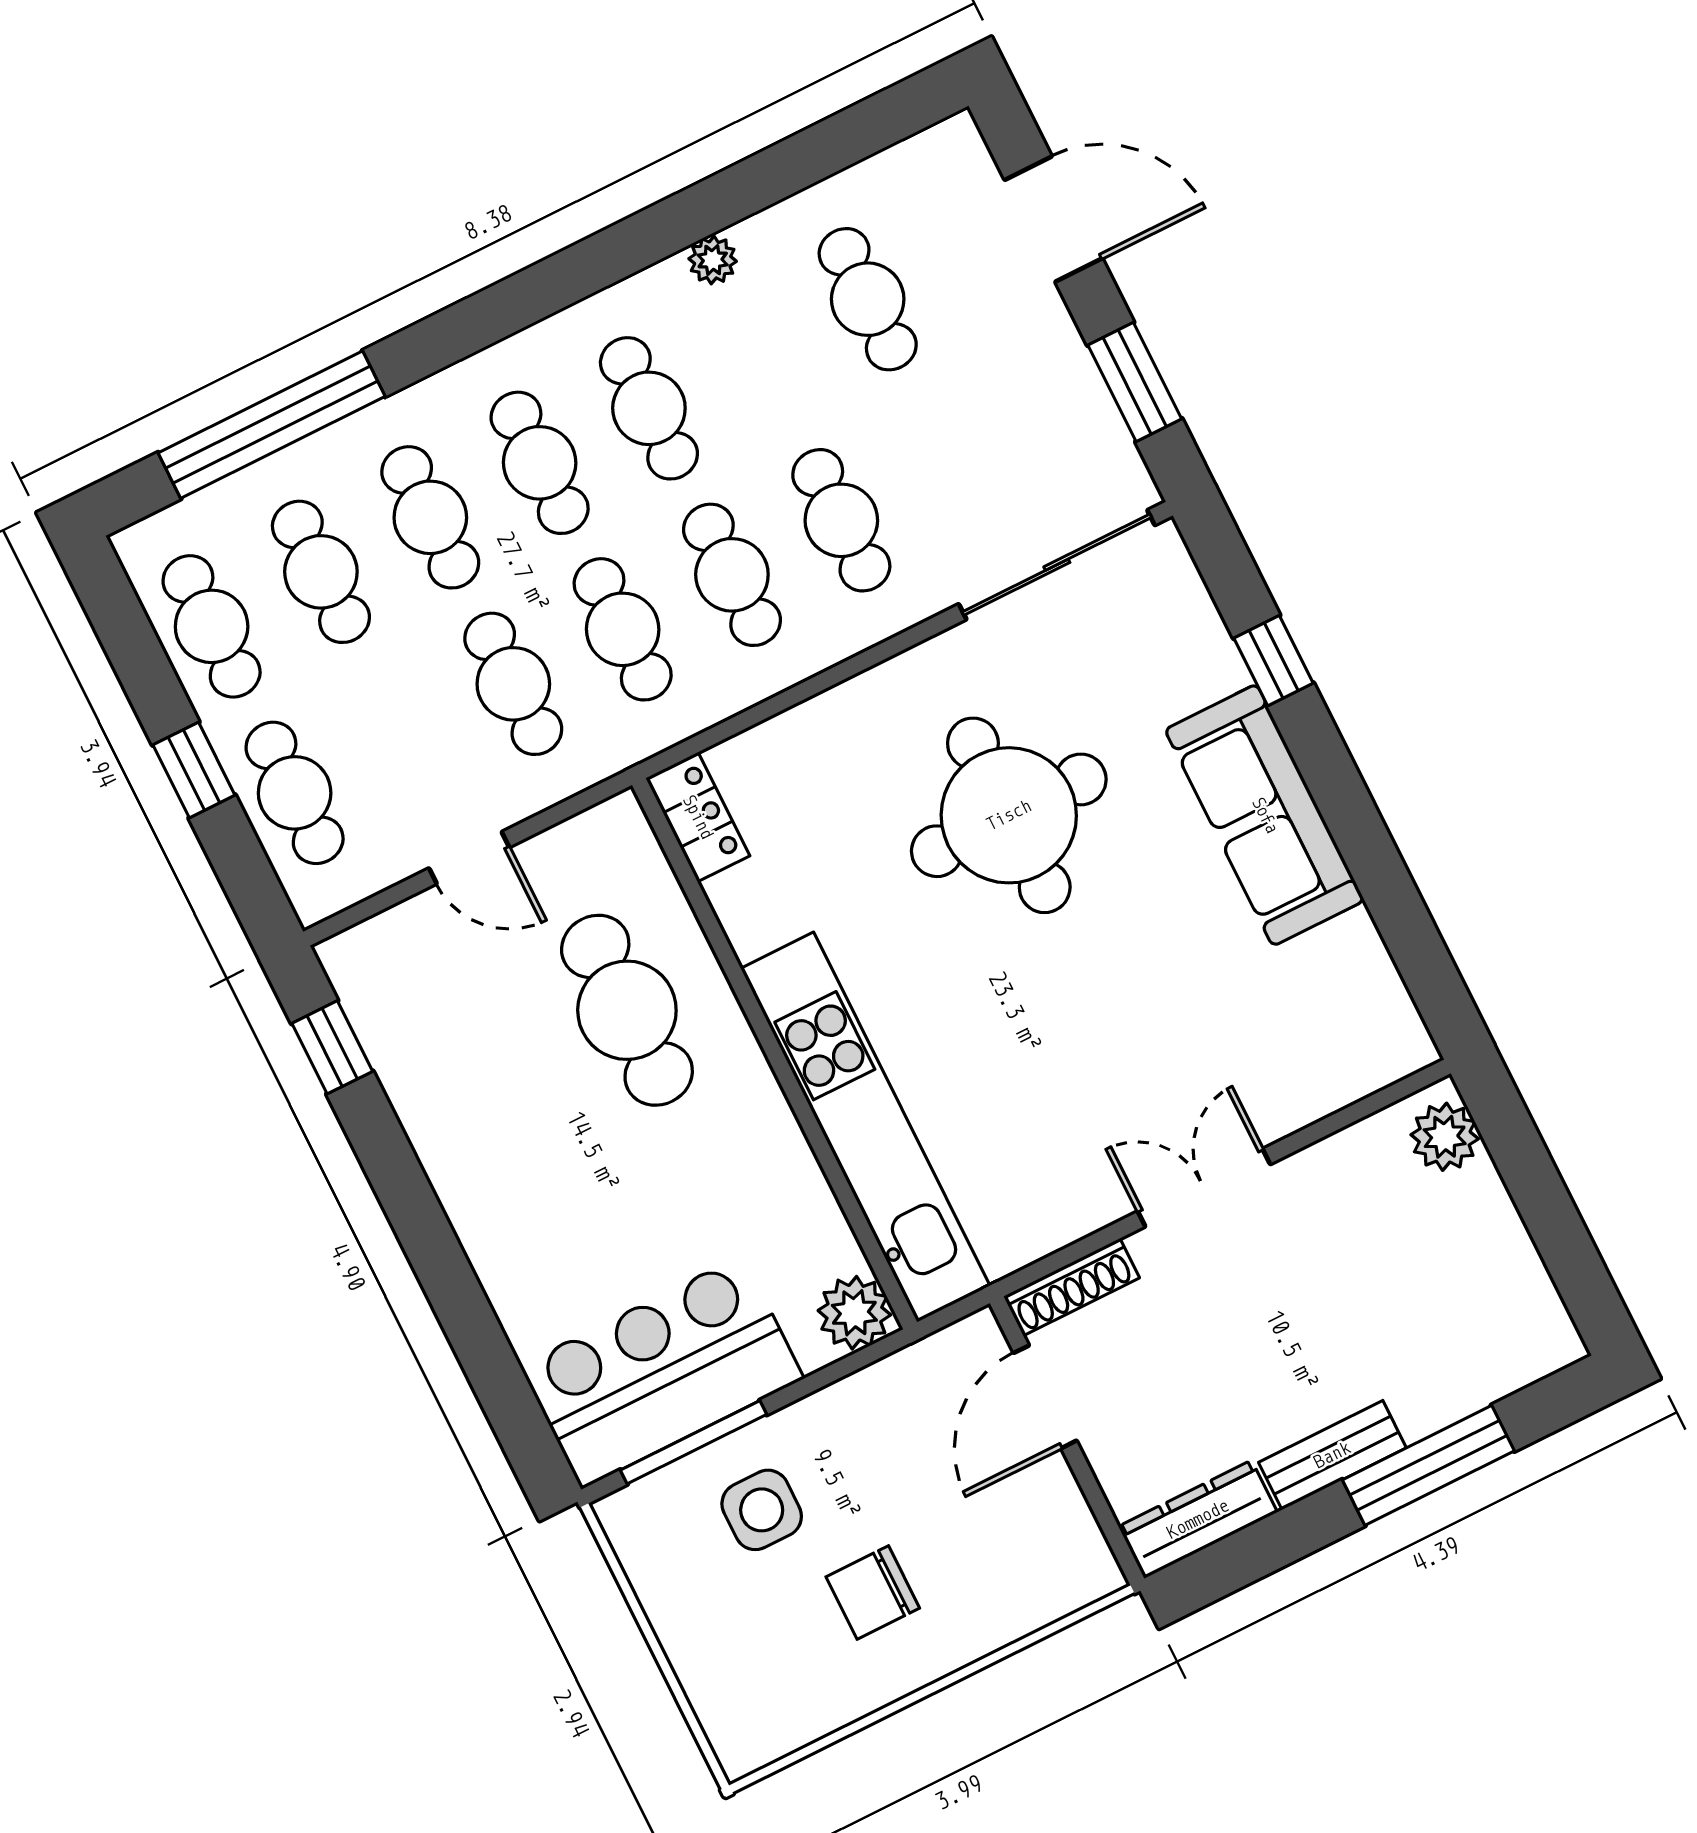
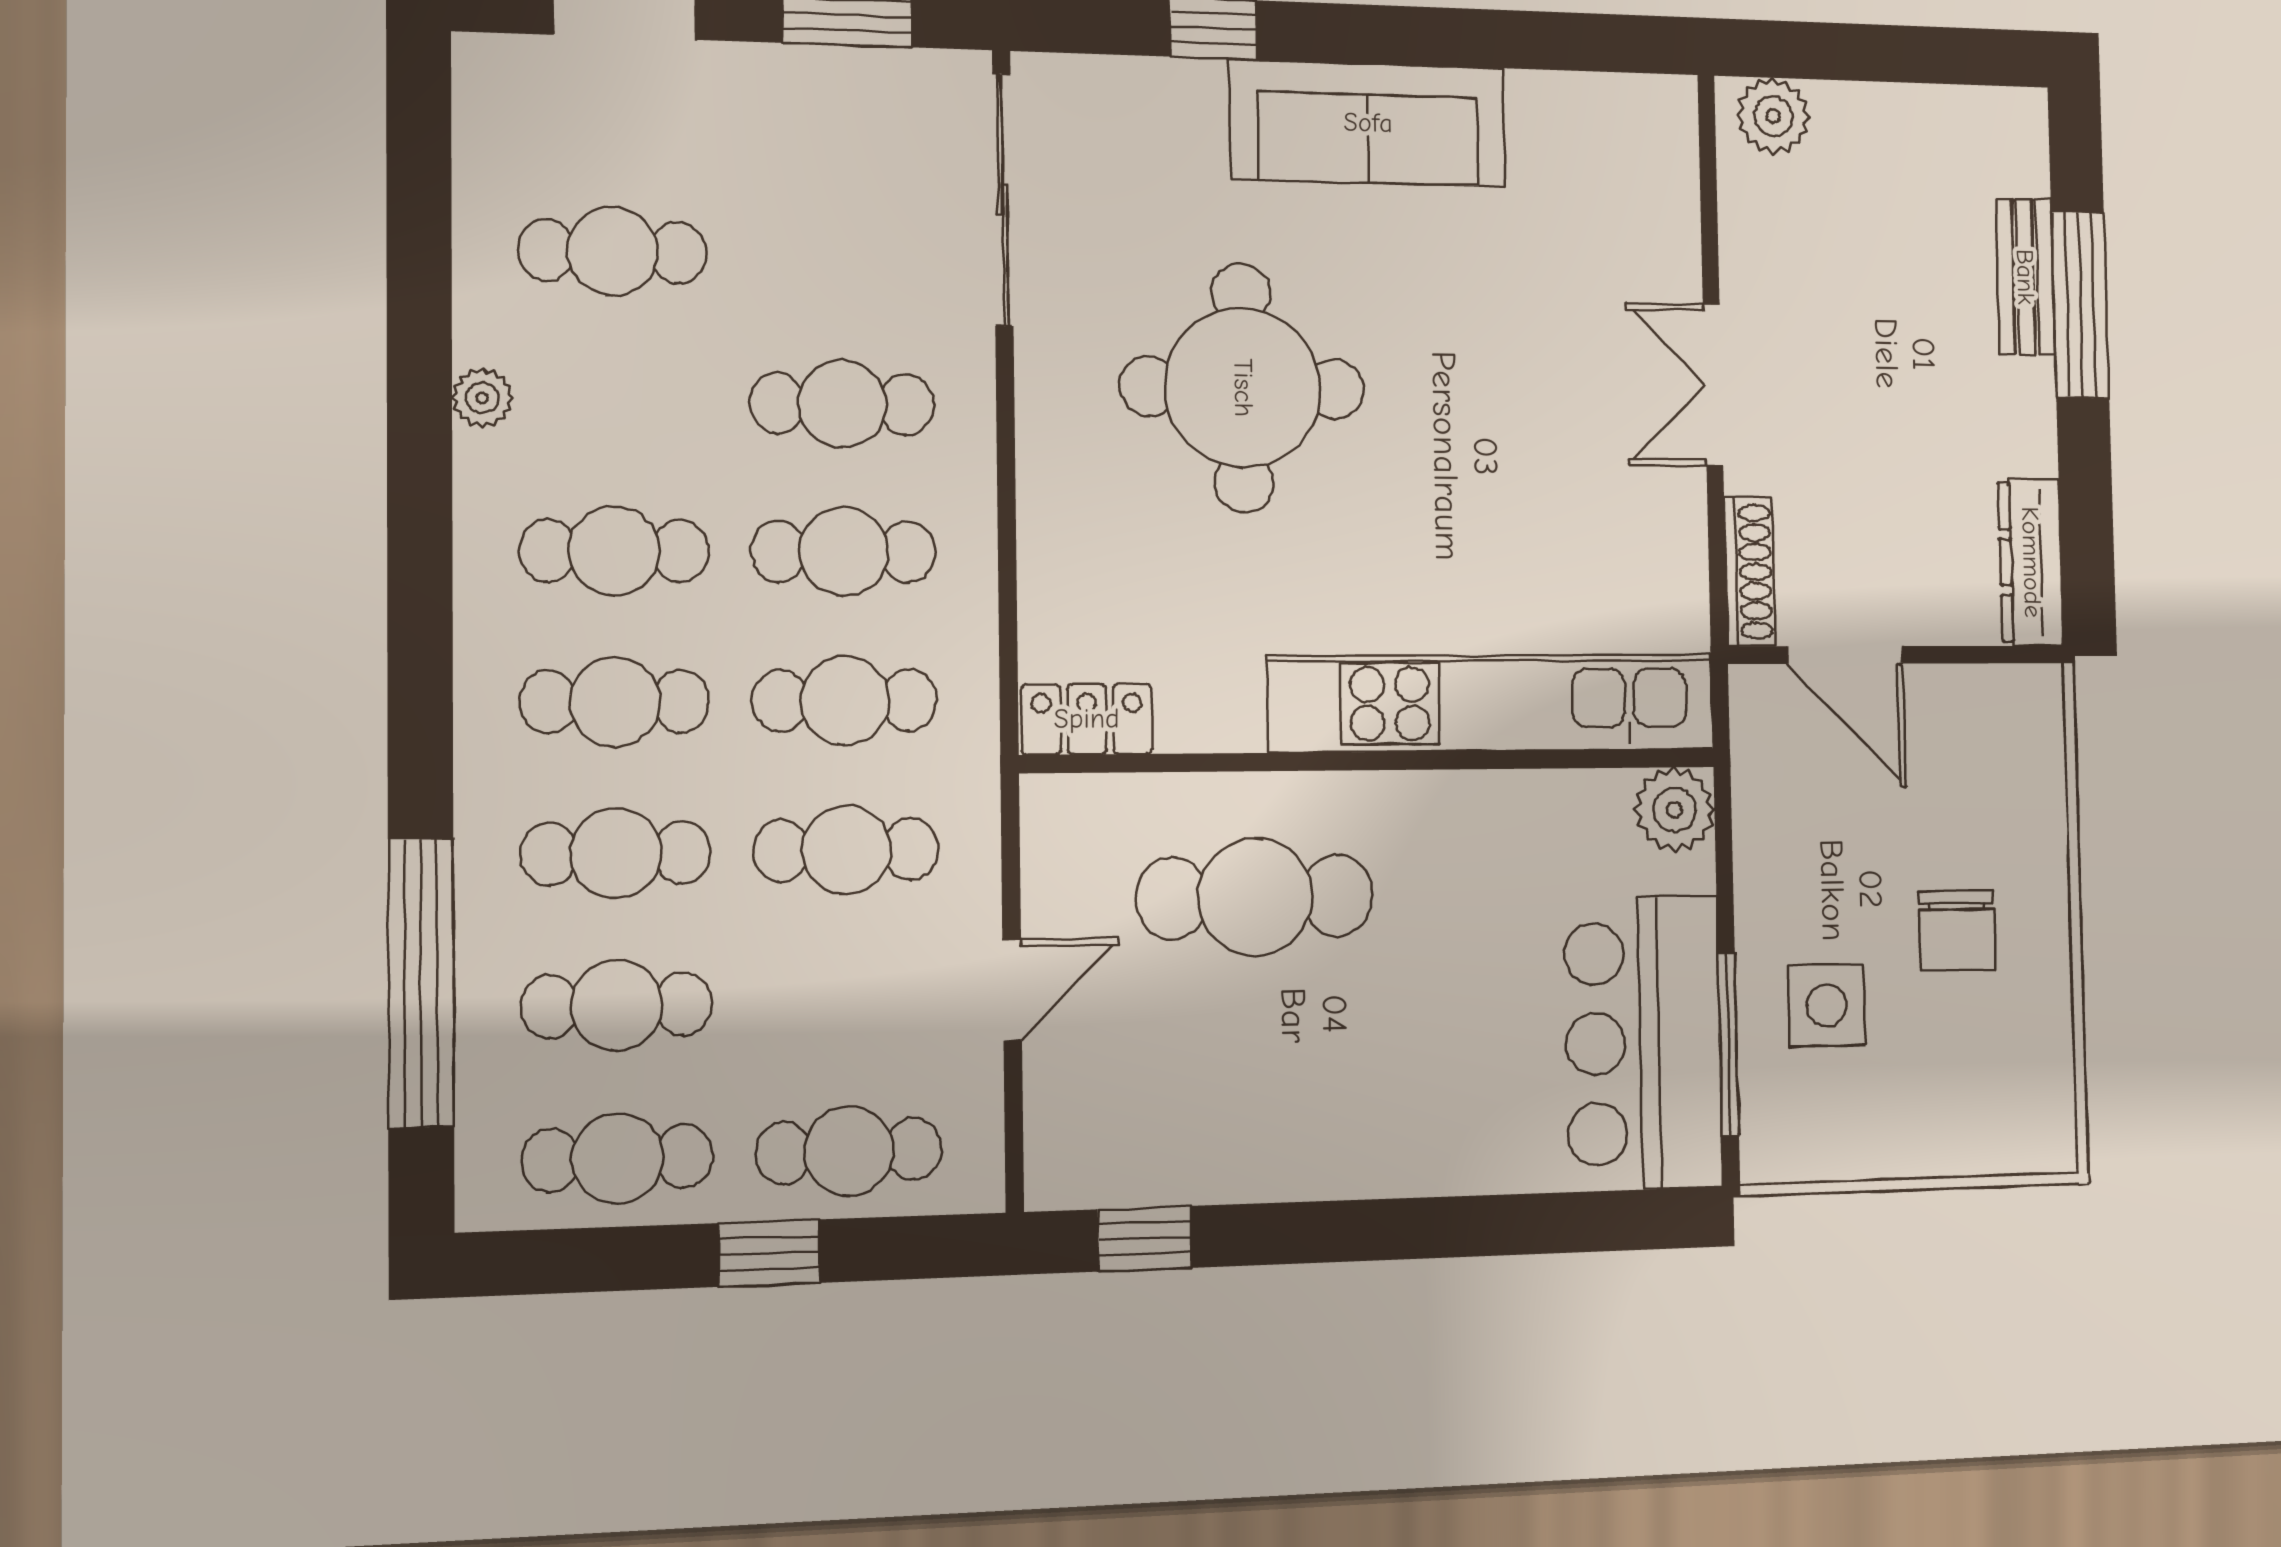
bench: (1332, 1455) -> (2025, 277), moved

